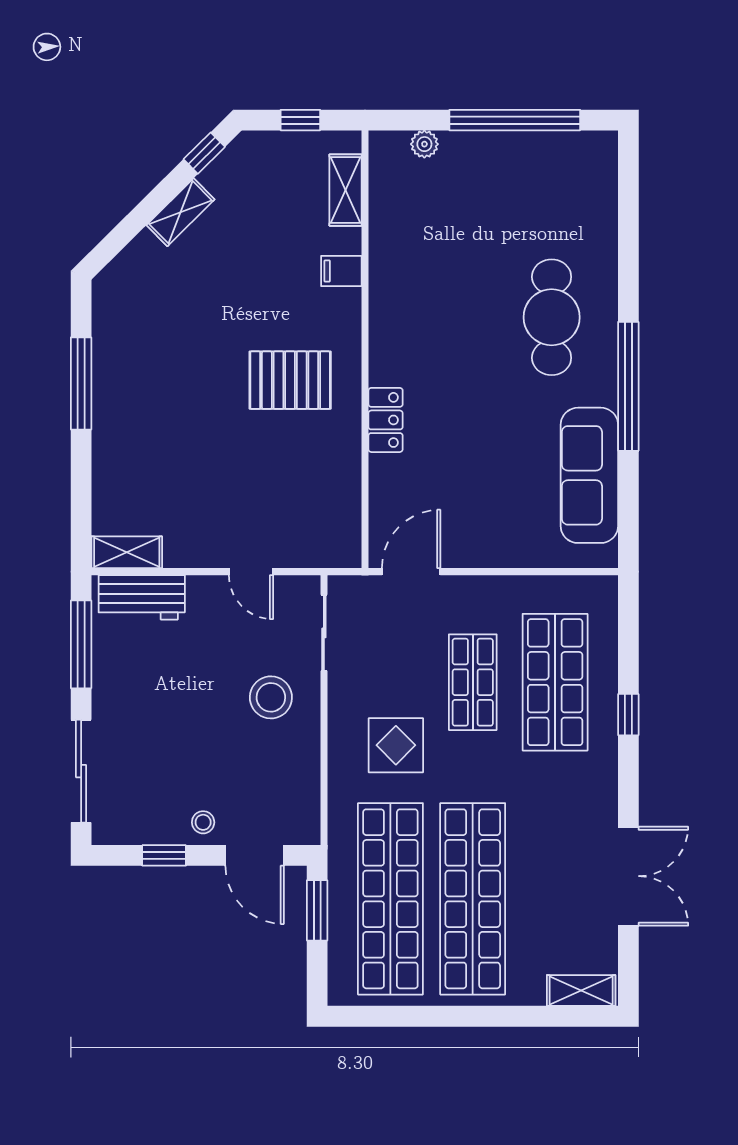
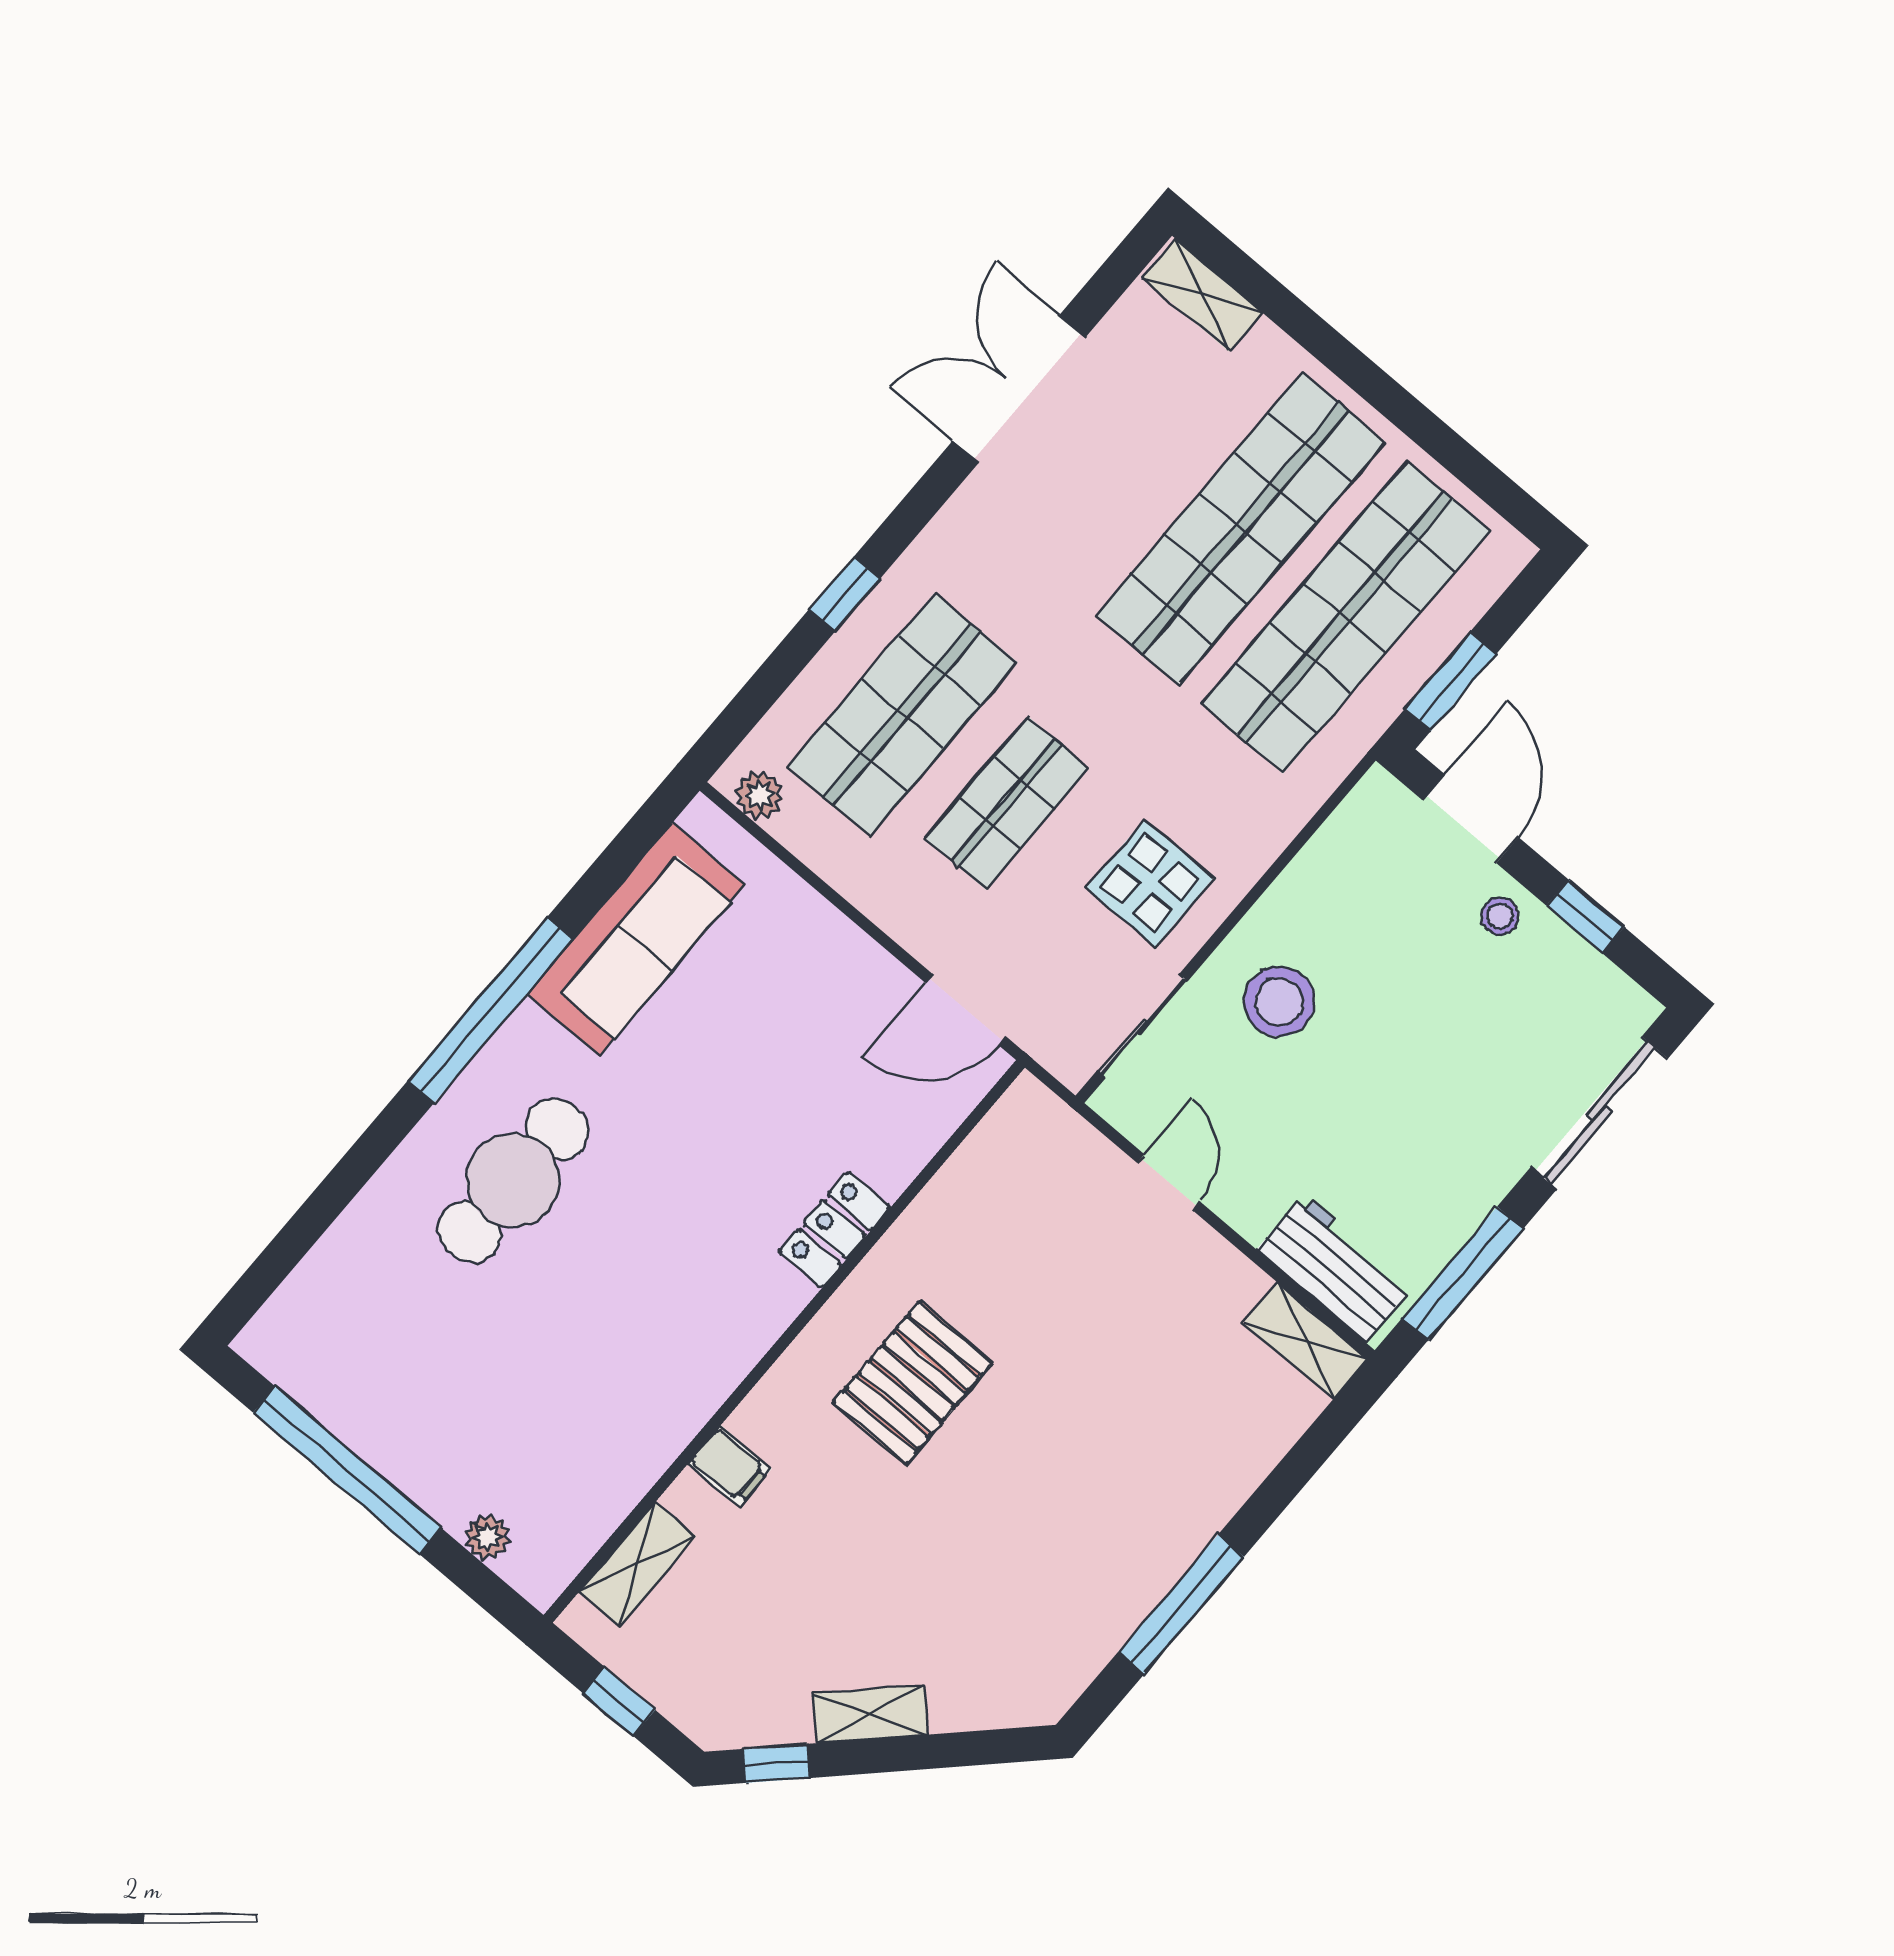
pallet: (290, 380) -> (913, 1383), turned 90
plant: (589, 589) -> (759, 795), added
display table: (396, 745) -> (1150, 883), moved

